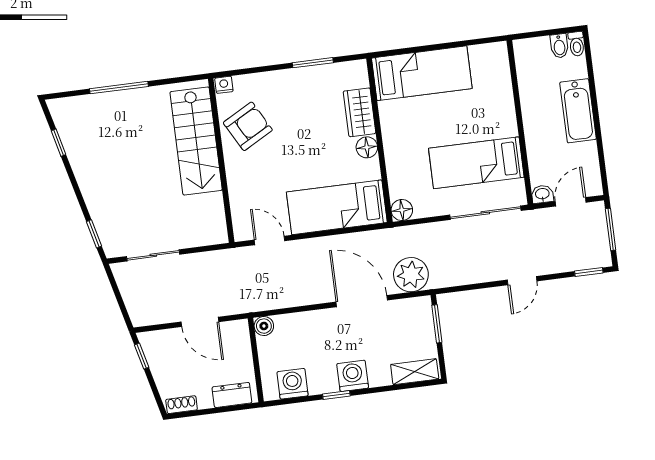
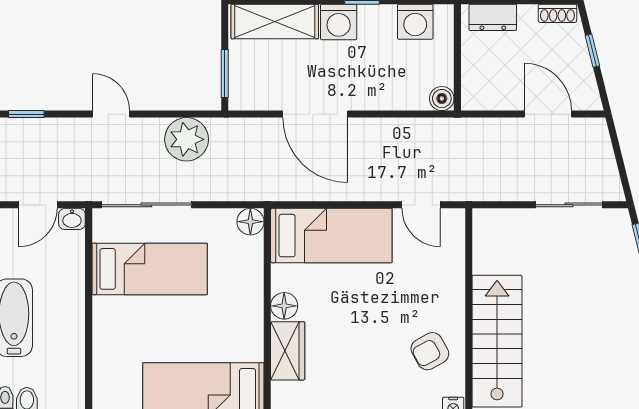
armchair: (248, 126) -> (430, 351), width x0.72, depth x0.72
plant: (411, 275) -> (187, 139), moved
door: (522, 281) -> (111, 114), hinge flipped
door: (200, 322) -> (548, 114), moved
window: (142, 356) -> (592, 51), moved
shelving: (415, 372) -> (275, 21), width x1.50, depth x1.33

